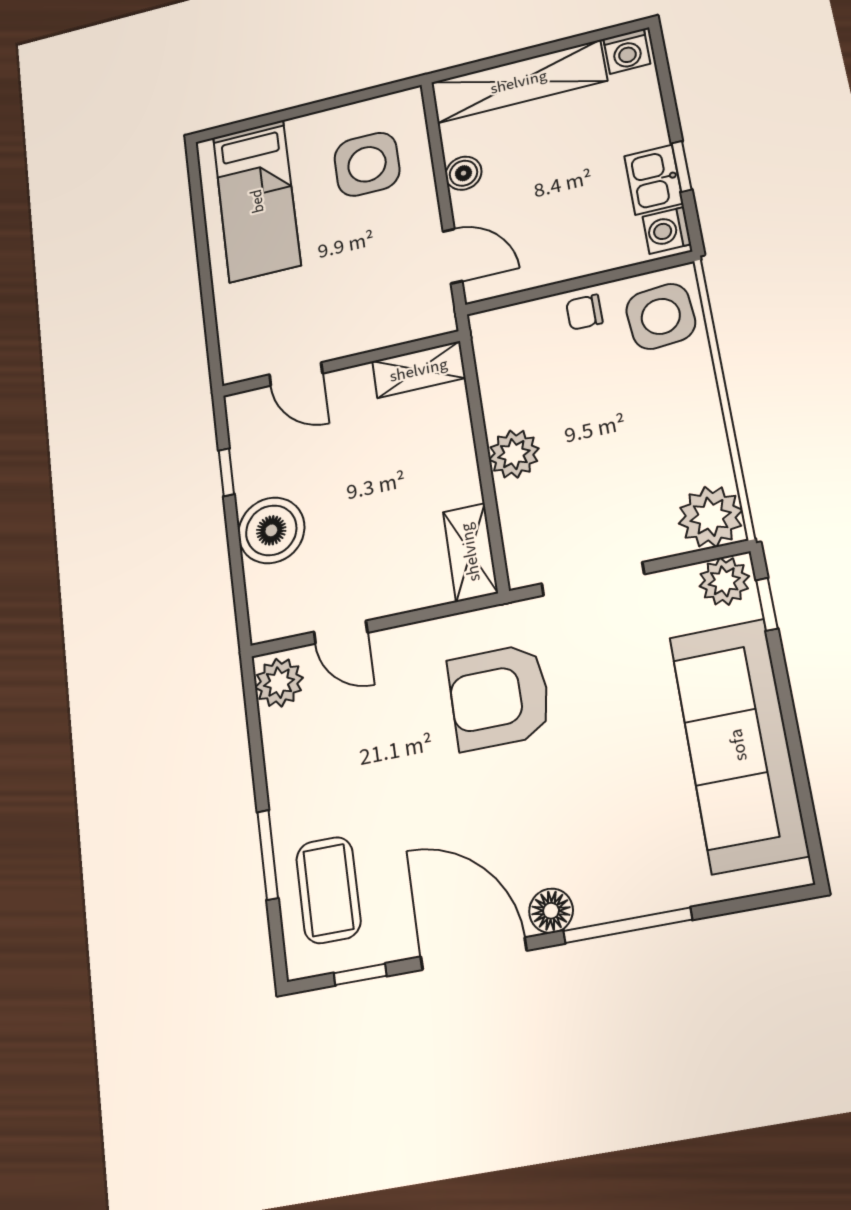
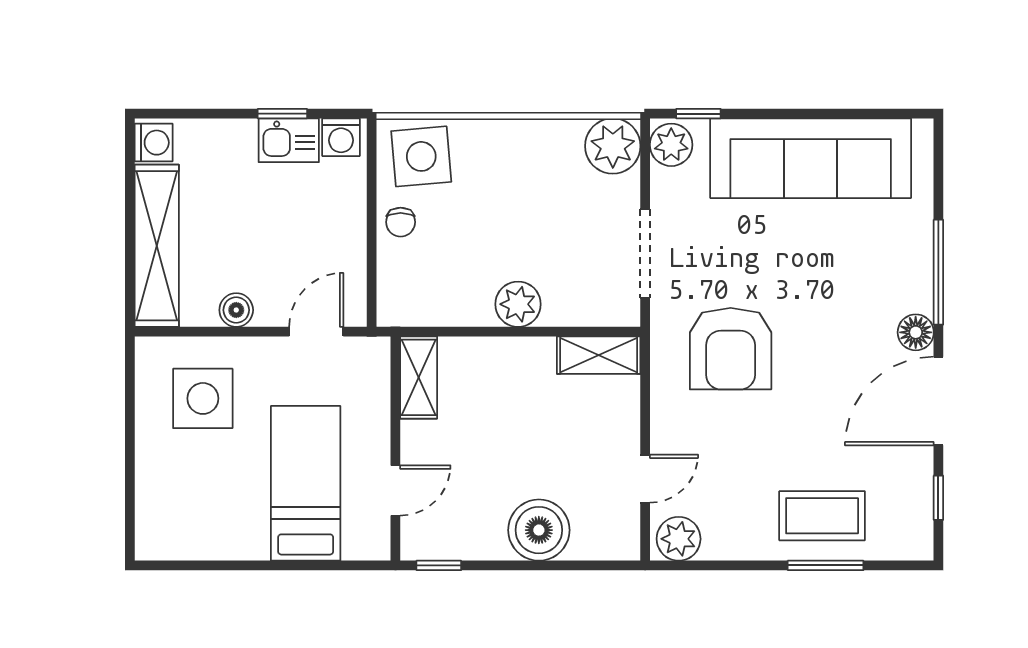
bed: (257, 201) -> (306, 483), moved, turned -90
window: (226, 472) -> (439, 565), moved
coffee table: (328, 890) -> (822, 516), moved

